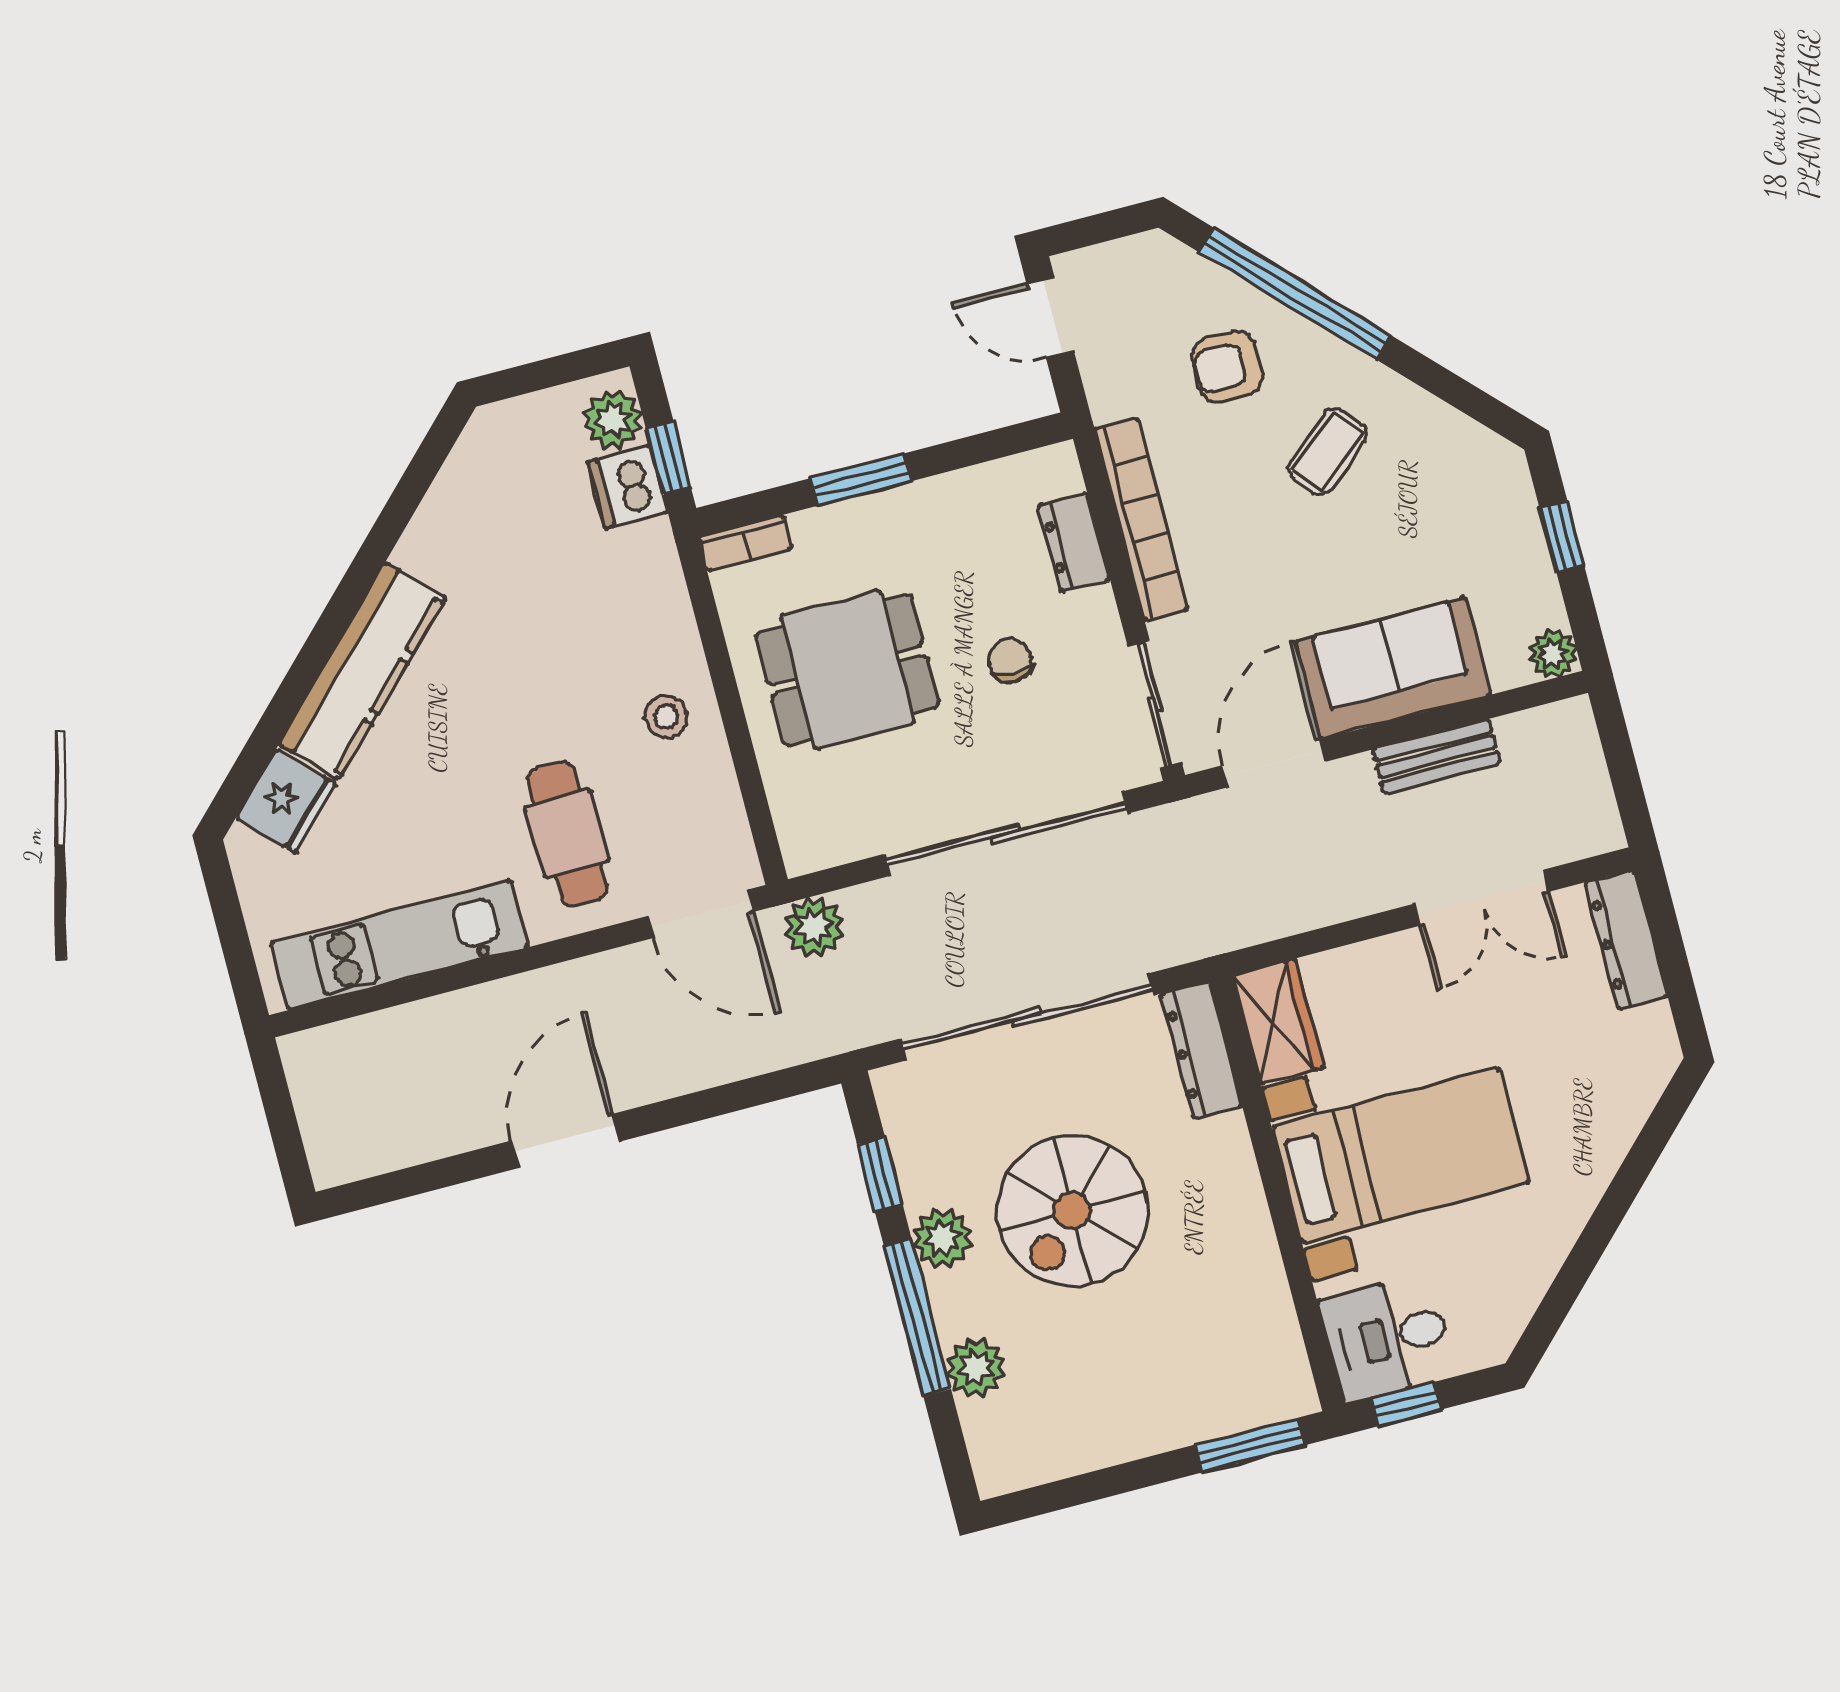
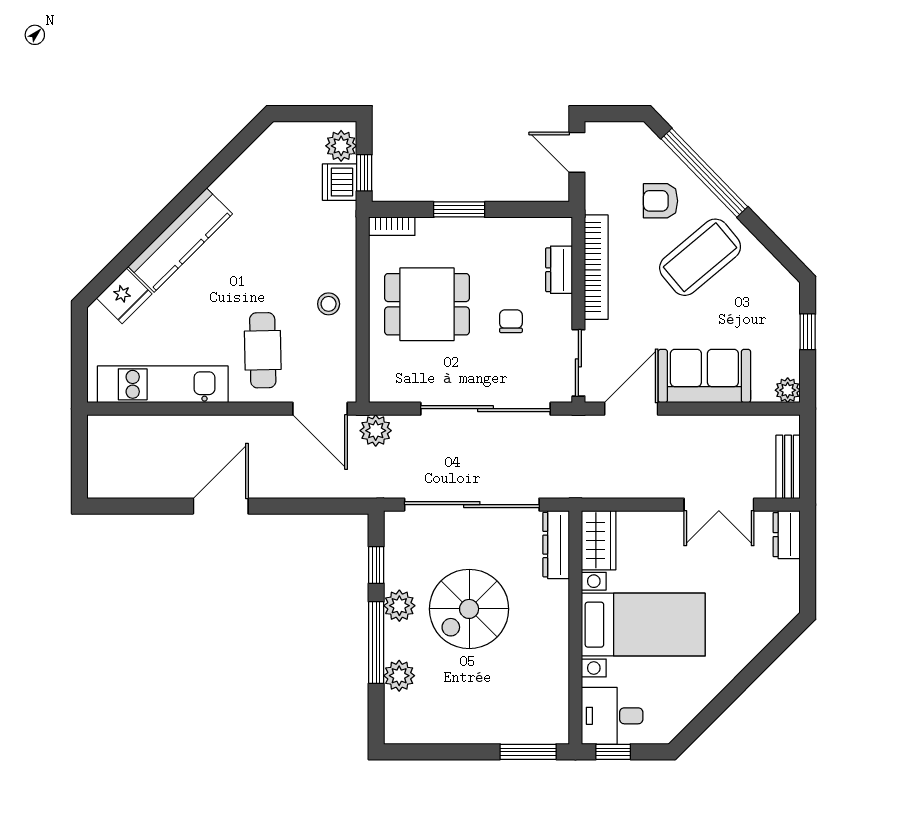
coffee table: (1328, 451) -> (700, 257), width x1.86, depth x1.72
bench: (1436, 756) -> (788, 467), moved, turned 90
dresser: (1626, 939) -> (787, 535), width x0.70

